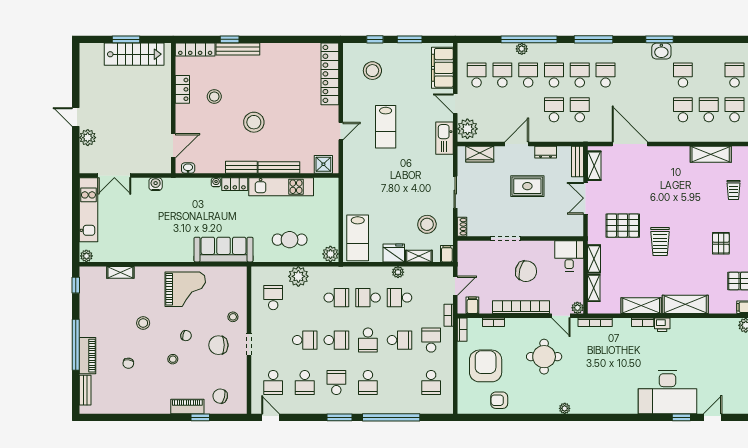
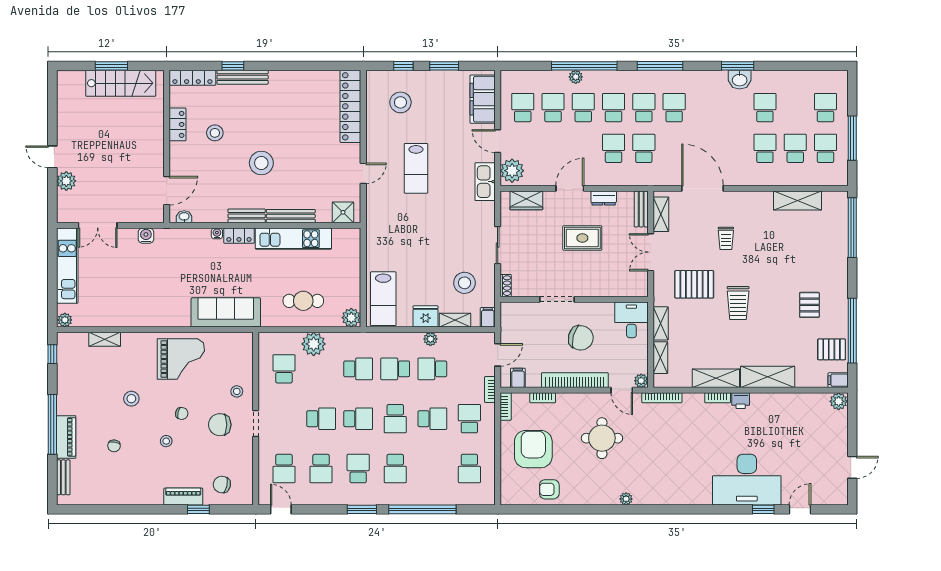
trolley: (733, 190) -> (726, 238), moved

